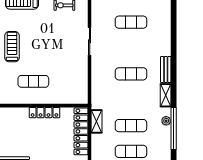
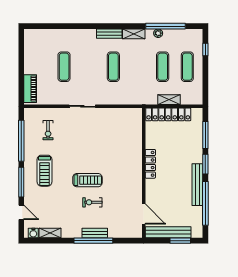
treadmill: (12, 47) -> (87, 180), turned 180
exercise mat: (33, 81) -> (121, 160), removed
locker: (44, 113) -> (150, 164), moved
shelving: (96, 121) -> (169, 100), moved

